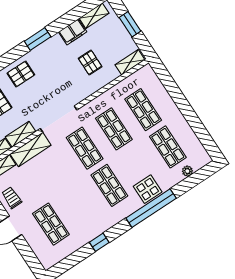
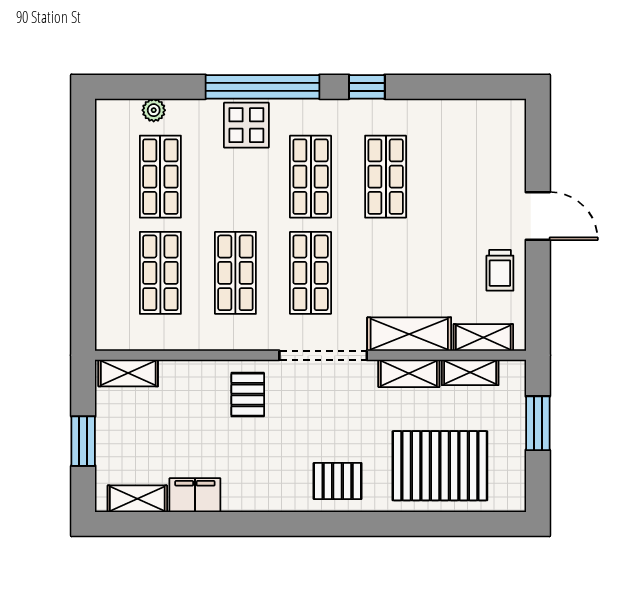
window: (38, 39) -> (266, 524), removed
pallet: (90, 62) -> (248, 395), moved
shop shelf: (51, 224) -> (386, 177), moved
window: (99, 242) -> (367, 87), moved

